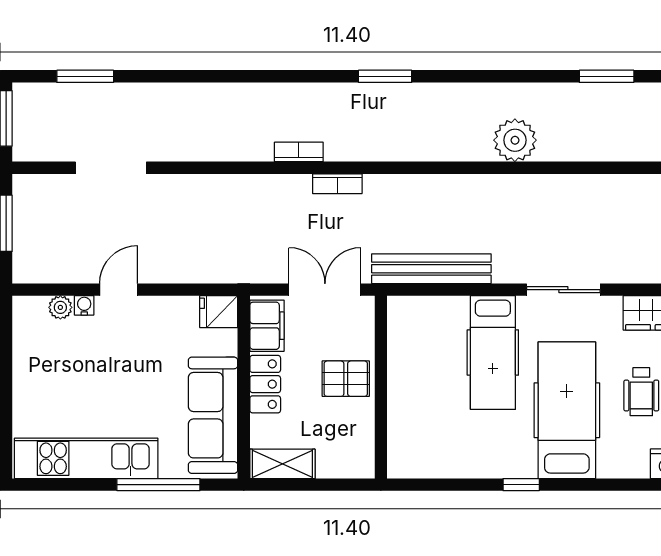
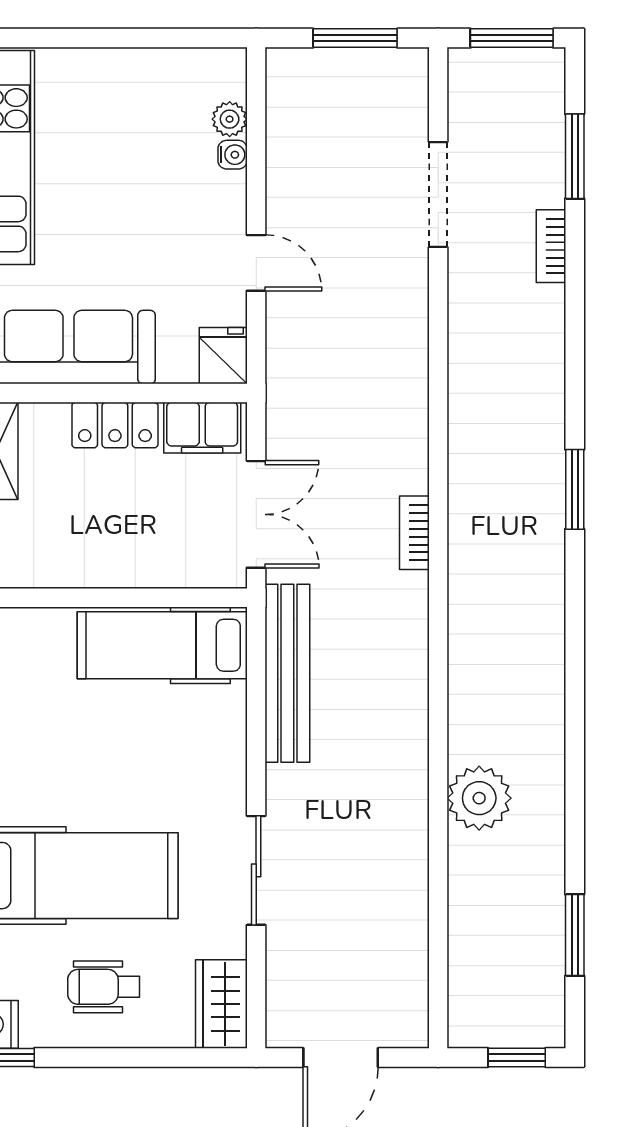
window: (385, 76) -> (575, 489), moved
bookcase: (299, 152) -> (551, 246), moved, turned 180
door: (118, 290) -> (256, 263), moved
hospital bed: (493, 352) -> (162, 645), moved
pallet: (346, 379) -> (123, 545), removed

